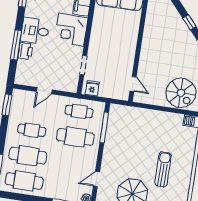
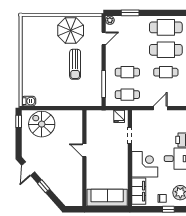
door: (133, 84) -> (84, 150), moved
cafe table: (75, 137) -> (127, 72), width x0.73, depth x0.74
sun lounger: (163, 169) -> (75, 64), moved

